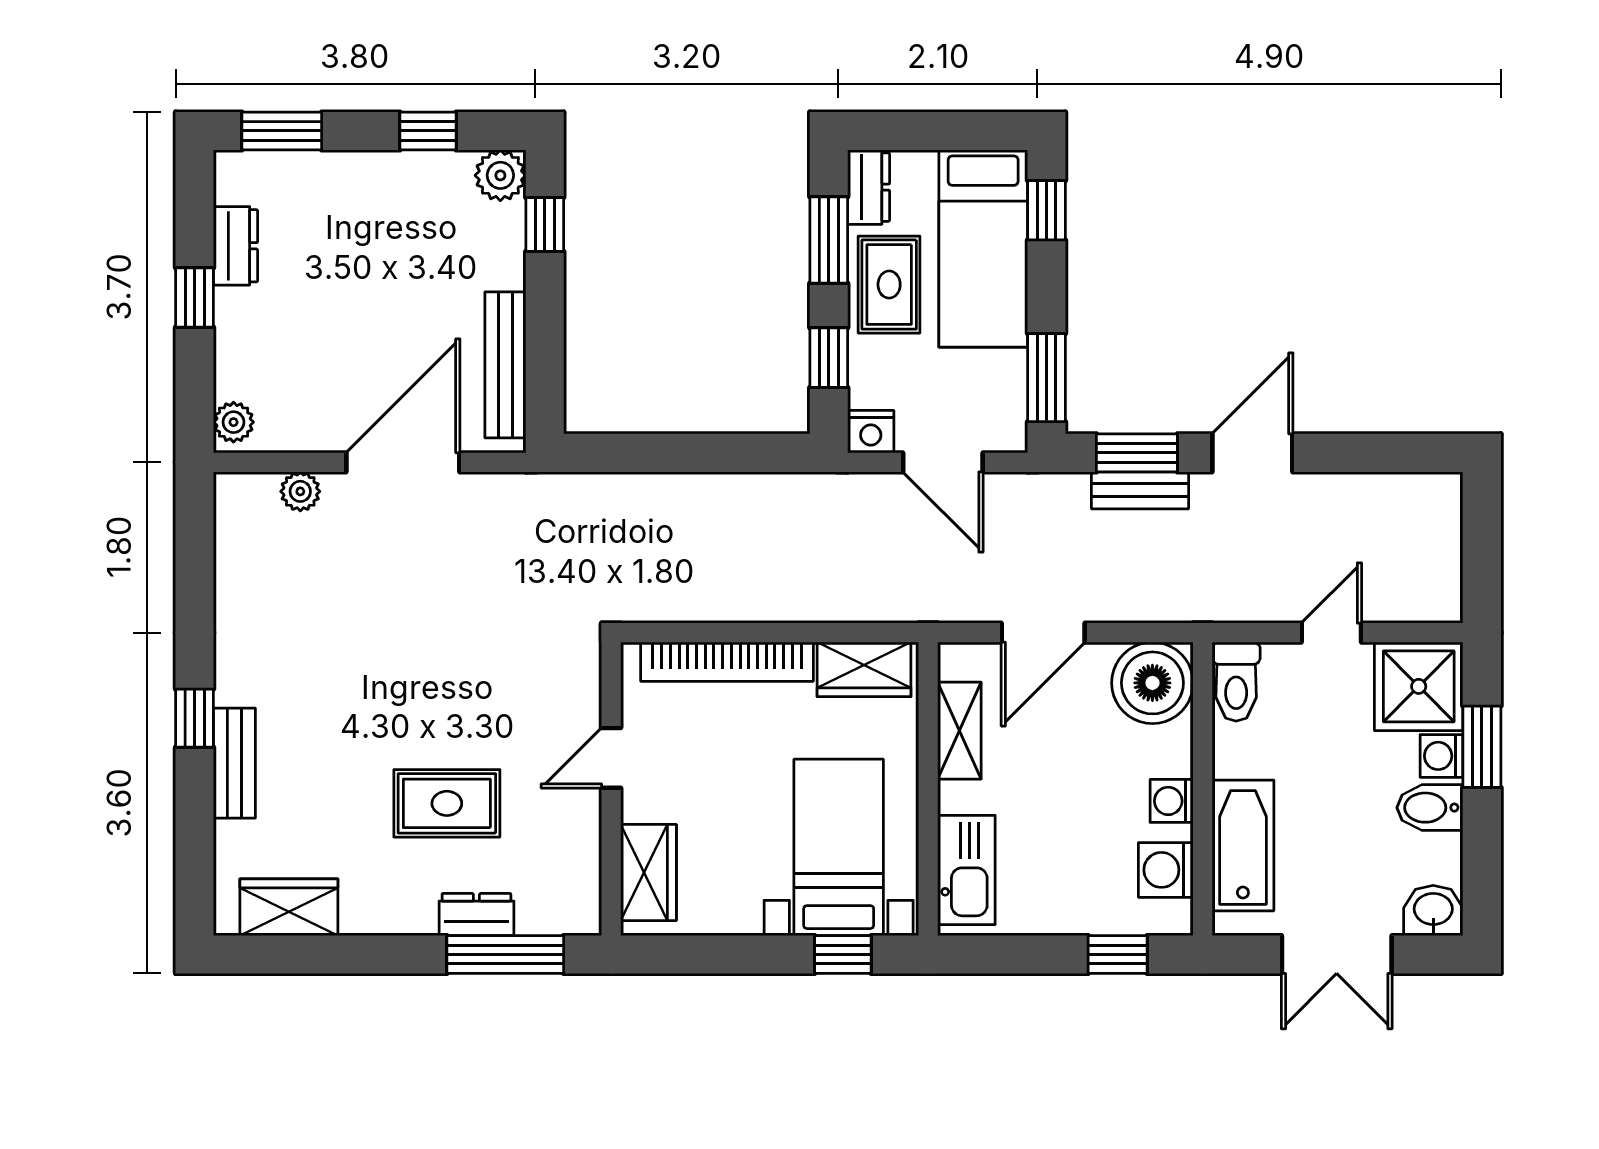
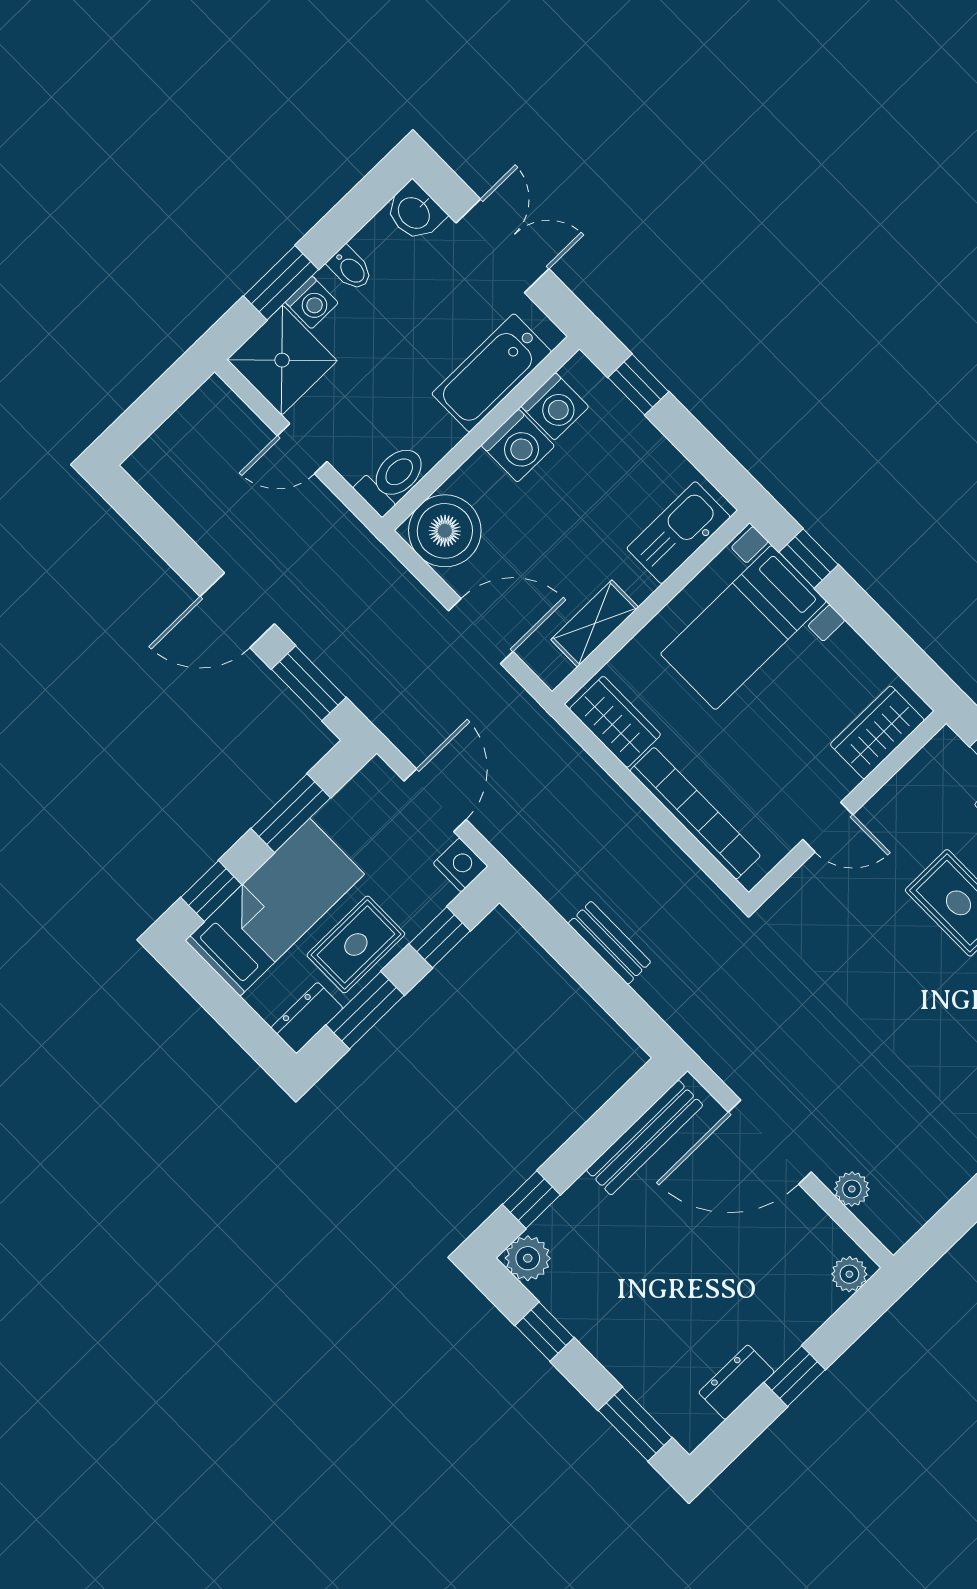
window: (1046, 378) -> (291, 813), moved
bench: (1140, 490) -> (609, 943), moved
washing machine: (1172, 801) -> (518, 446), width x1.38, depth x1.38
bidet: (1430, 808) -> (350, 268), width x0.72, depth x0.74

